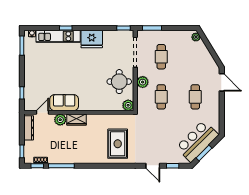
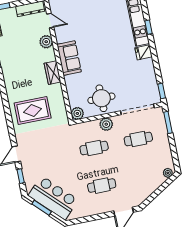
fridge: (92, 39) -> (144, 52), width x0.53, depth x0.75
sofa: (64, 103) -> (69, 58), moved
wardrobe: (77, 120) -> (53, 73), moved

